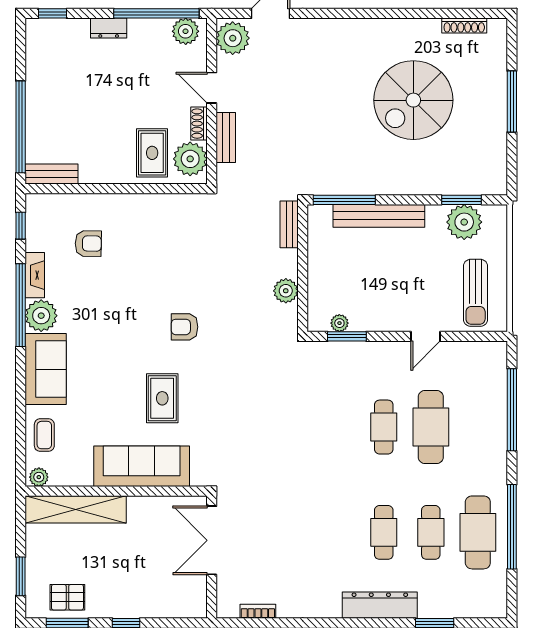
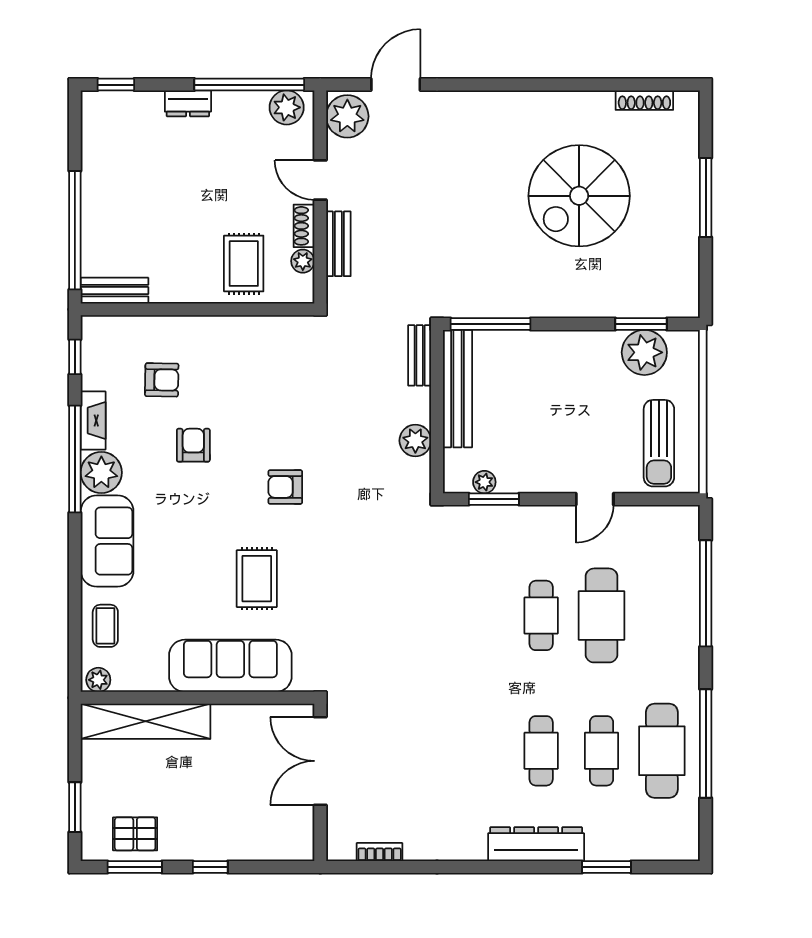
plant: (190, 159) -> (303, 261), width x0.53, depth x0.53
bench: (379, 216) -> (457, 389), moved, turned 90
armchair: (113, 294) -> (193, 445), added

